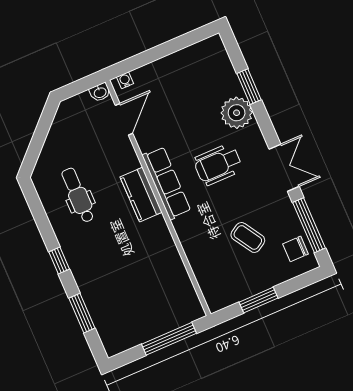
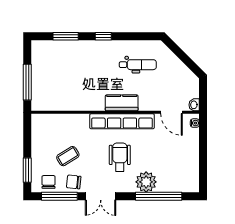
window: (249, 87) -> (159, 196), width x2.11
row of seats: (166, 183) -> (122, 121), width x1.36
chair: (280, 214) -> (74, 182), added
window: (259, 300) -> (27, 170), moved

